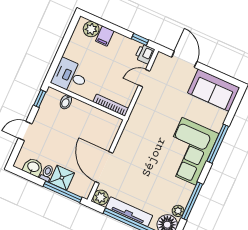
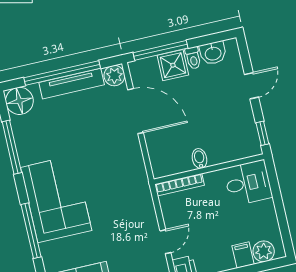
bidet: (66, 102) -> (199, 158), moved
plant: (178, 211) -> (19, 125), removed

